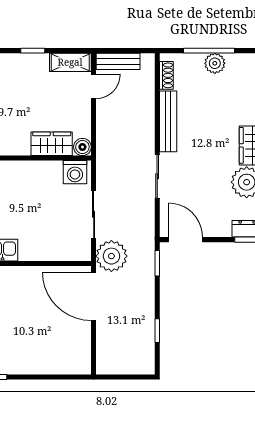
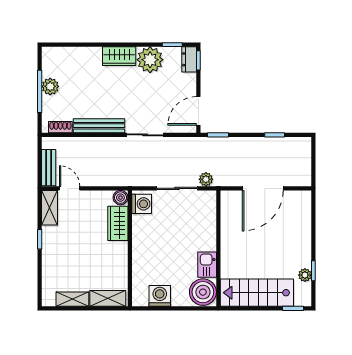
plant: (111, 256) -> (206, 179), width x0.53, depth x0.53
door: (94, 296) -> (263, 188), moved

